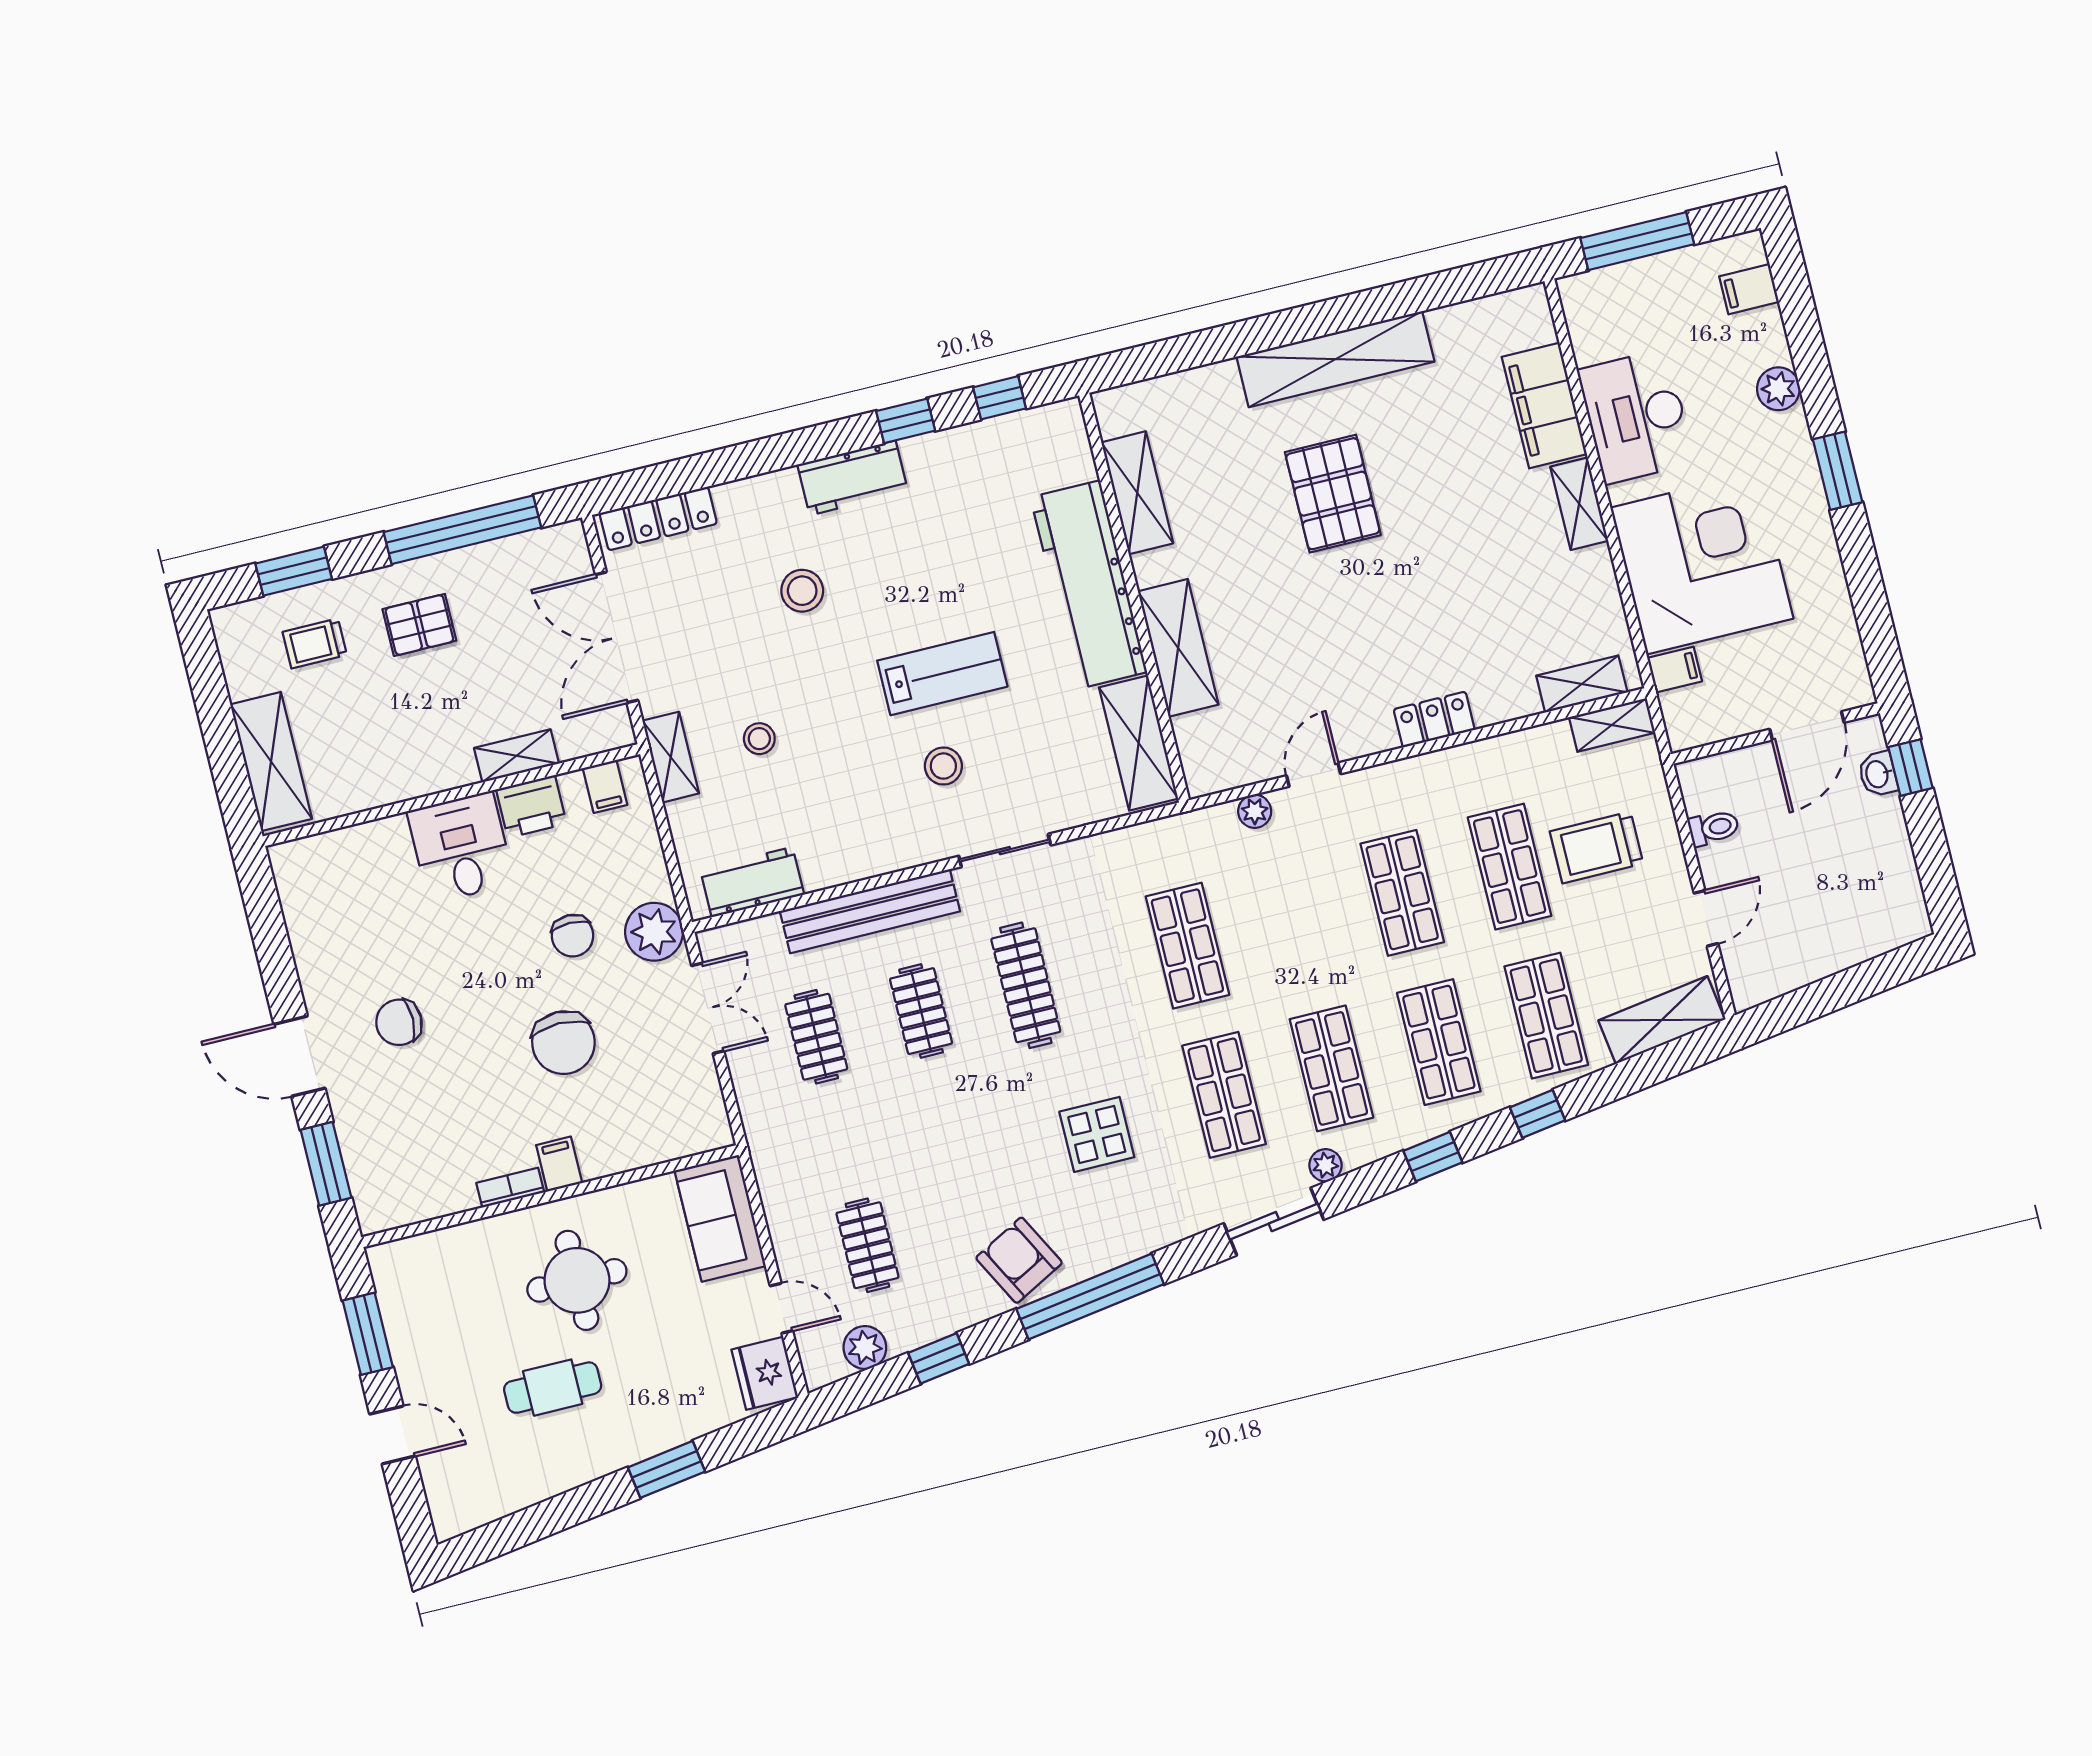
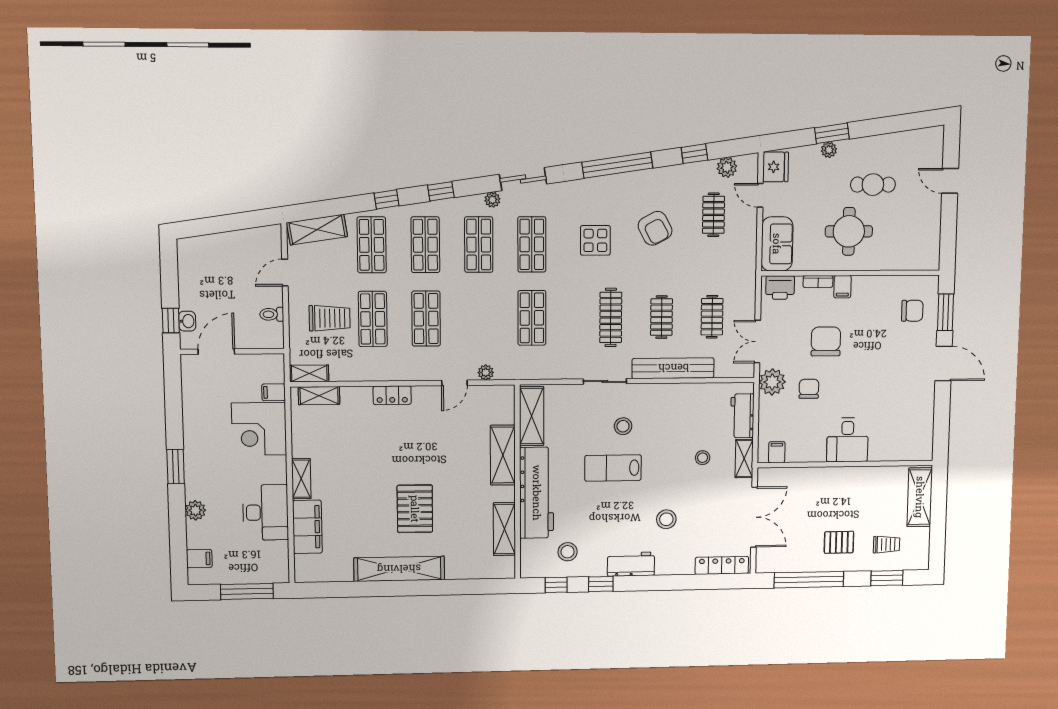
stool: (993, 474) -> (568, 552), added
corner desk: (1702, 563) -> (259, 429), width x0.74, depth x0.74
shelving: (516, 756) -> (812, 475), removed
printer: (531, 806) -> (780, 288), moved, turned 180
workbench: (752, 882) -> (742, 416), moved, turned 90
chair: (399, 1022) -> (912, 311), moved
bookcase: (510, 1188) -> (818, 282), moved
armchair: (1019, 1260) -> (655, 228), moved
window: (368, 1334) -> (948, 230), removed
plant: (664, 1435) -> (829, 150), added

